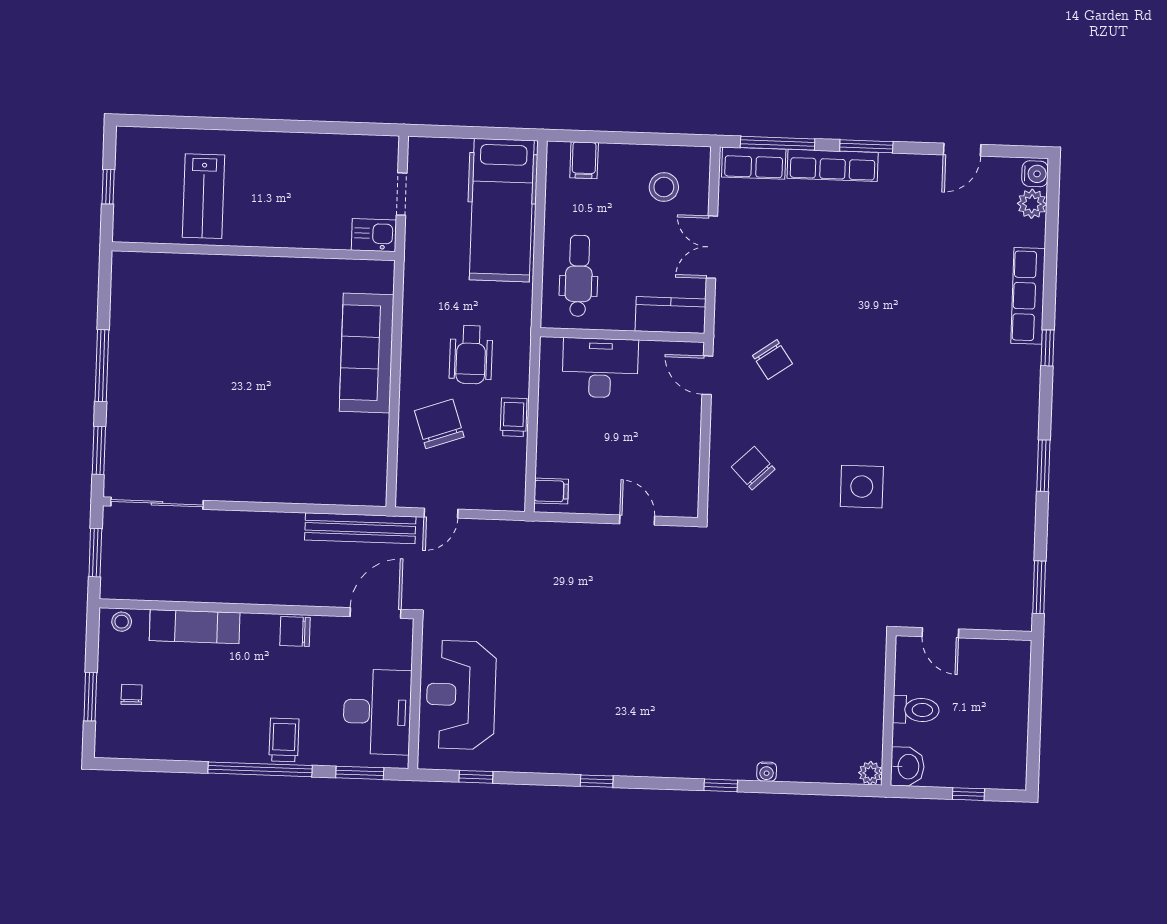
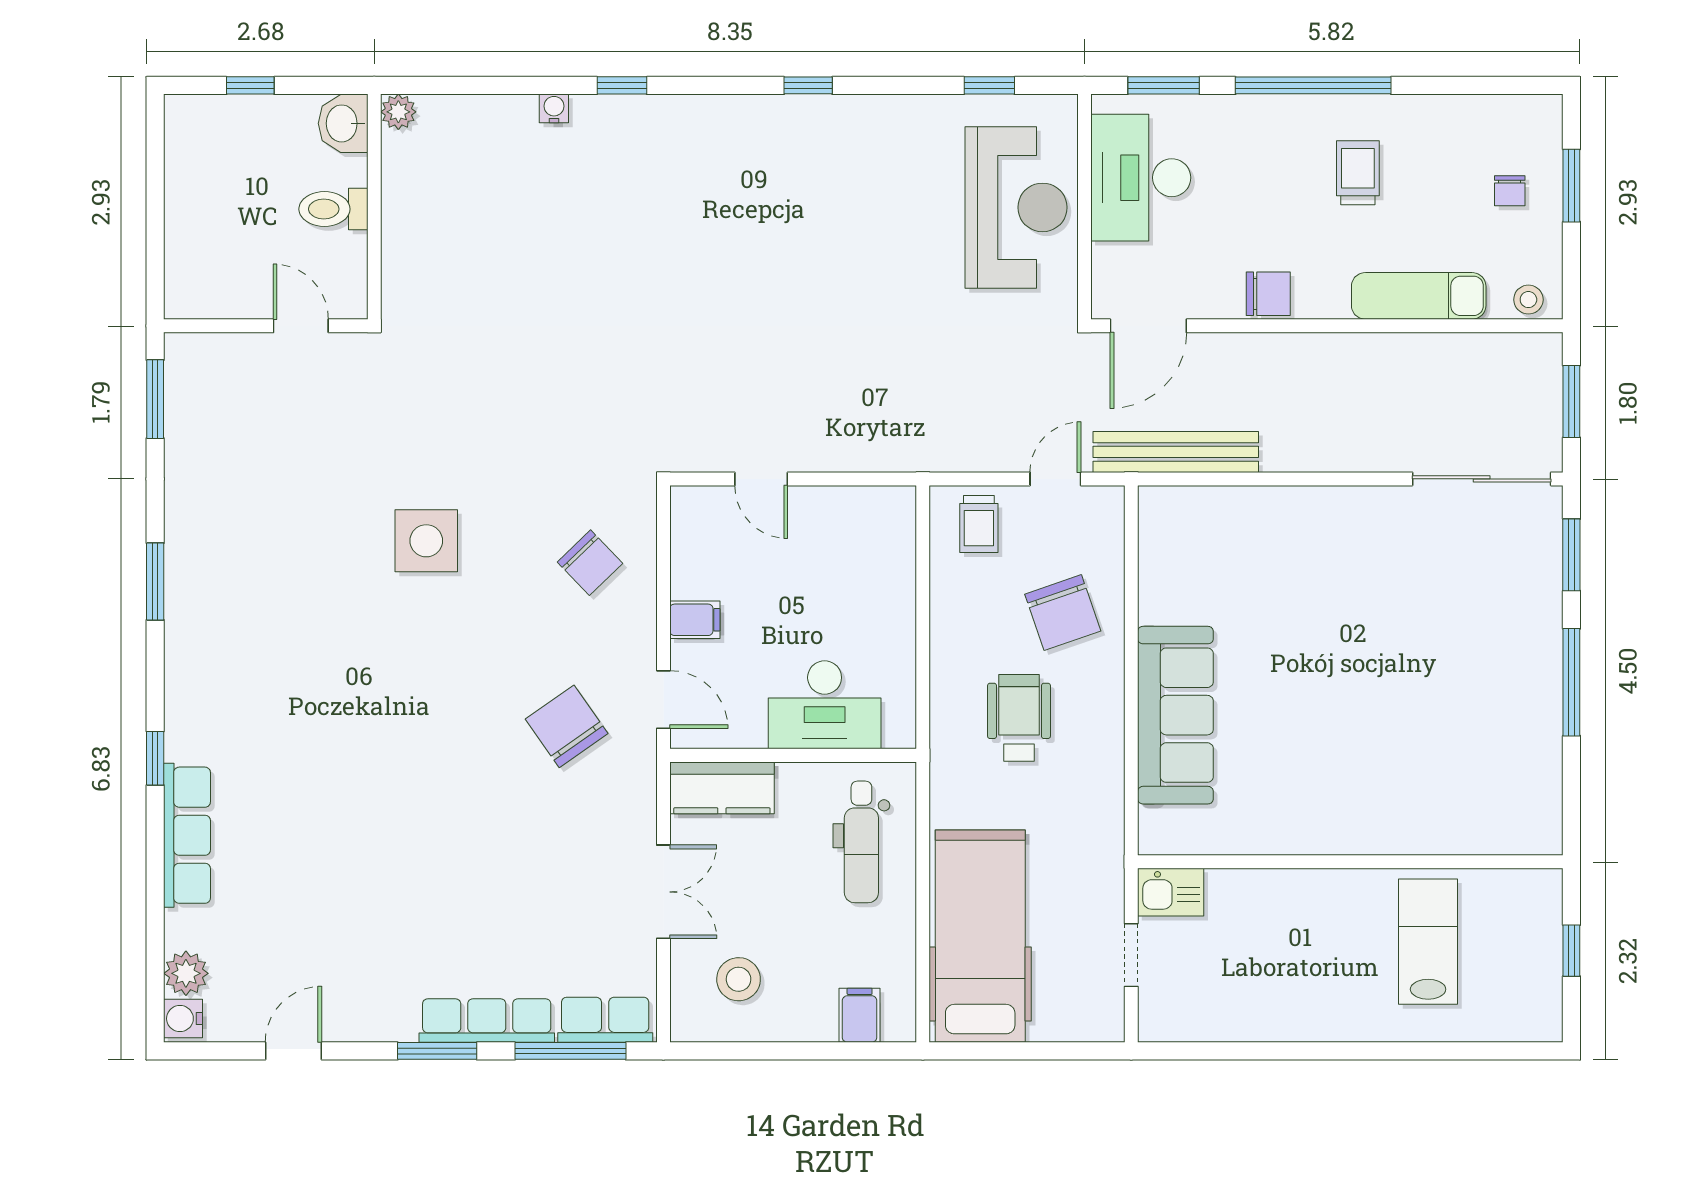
chair: (773, 360) -> (567, 726), width x1.37, depth x1.37
trolley: (514, 417) -> (979, 524), moved
filing cabinet: (551, 491) -> (695, 620), moved, turned 180
trolley: (284, 740) -> (1358, 173), moved, turned 180

